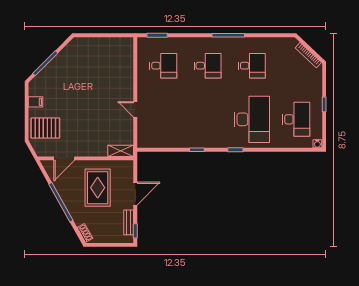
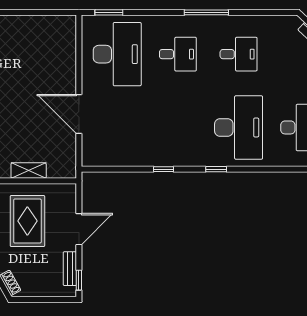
desk: (163, 66) -> (117, 54), width x1.87, depth x1.30
door: (135, 109) -> (79, 114), width x1.87
shelving: (121, 151) -> (29, 171), moved

